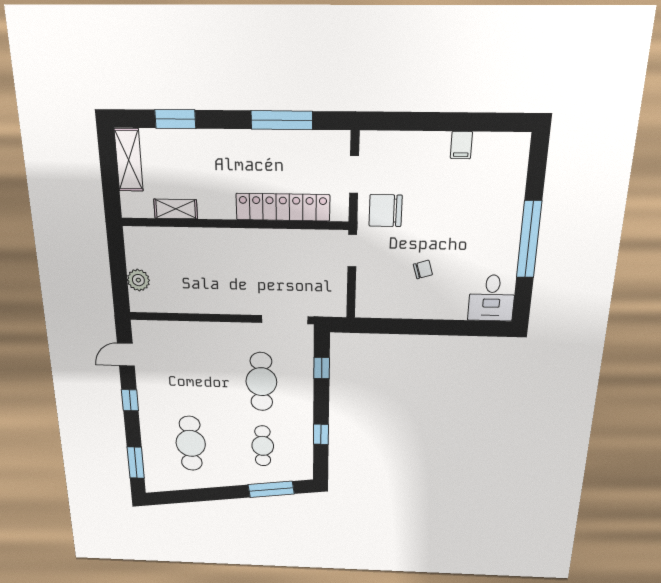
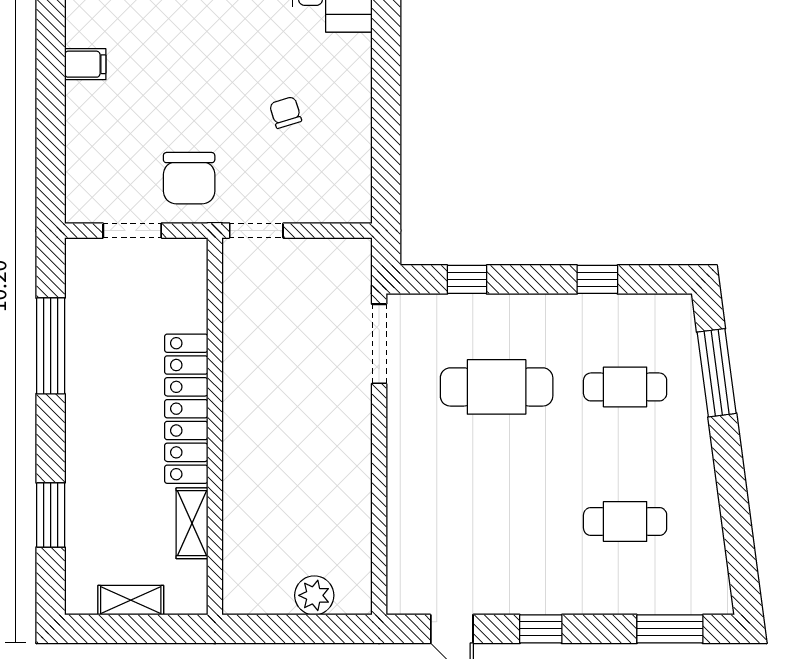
shelving: (129, 160) -> (131, 600), width x0.67, depth x0.75
locker: (283, 207) -> (186, 409), moved
cafe table: (191, 443) -> (625, 522), width x0.73, depth x0.74

